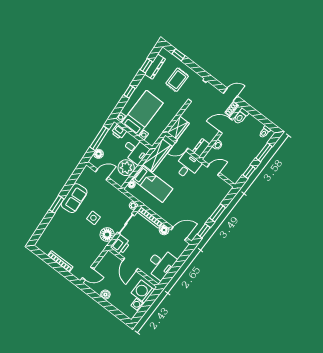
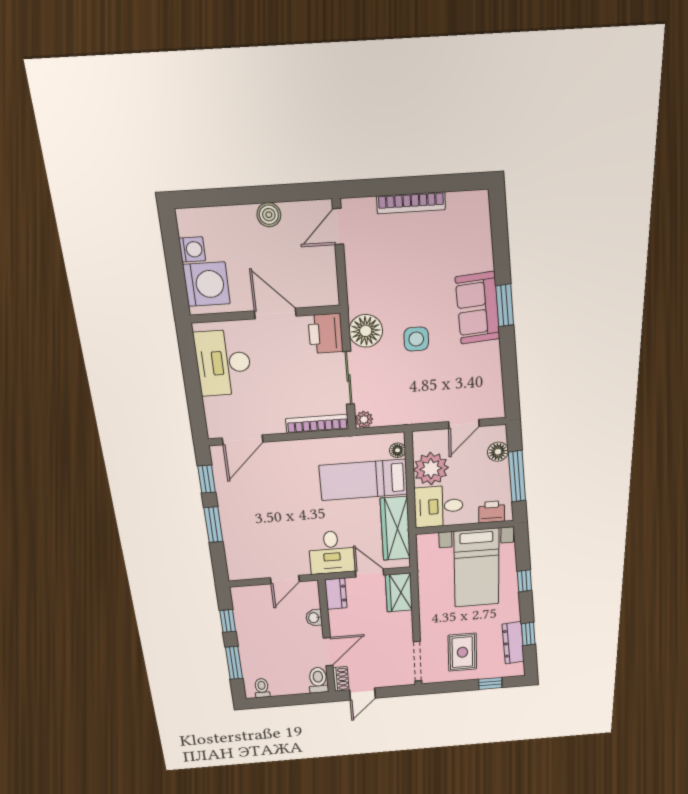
door: (182, 146) -> (370, 573), hinge flipped
sofa: (74, 198) -> (478, 308), moved
floor lamp: (164, 230) -> (273, 424), removed

